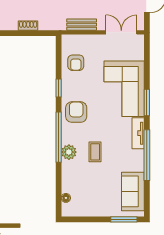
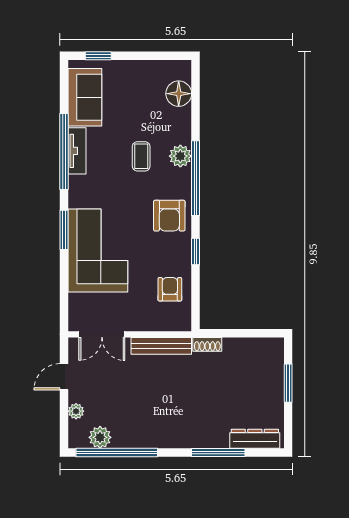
bench: (82, 25) -> (161, 346), width x1.36
shoe rack: (28, 26) -> (207, 344), moved
tv unit: (138, 133) -> (77, 151), moved
floor lamp: (66, 198) -> (179, 94), width x1.89, depth x1.89
window: (124, 219) -> (98, 56), width x0.67

